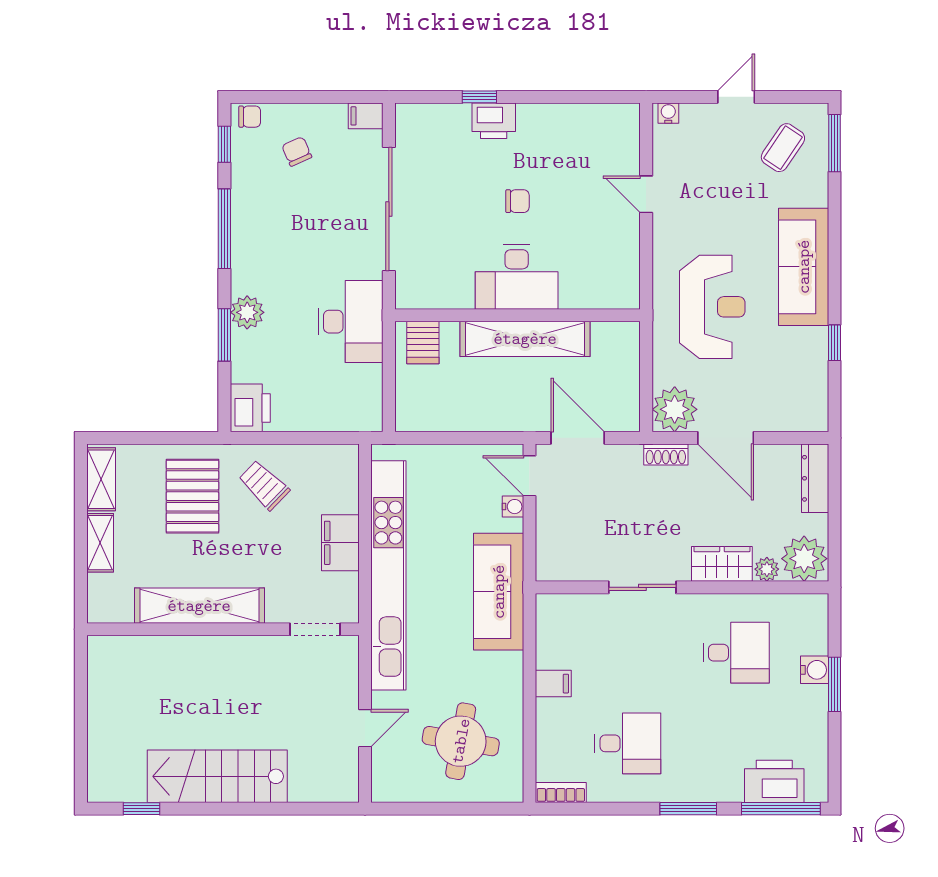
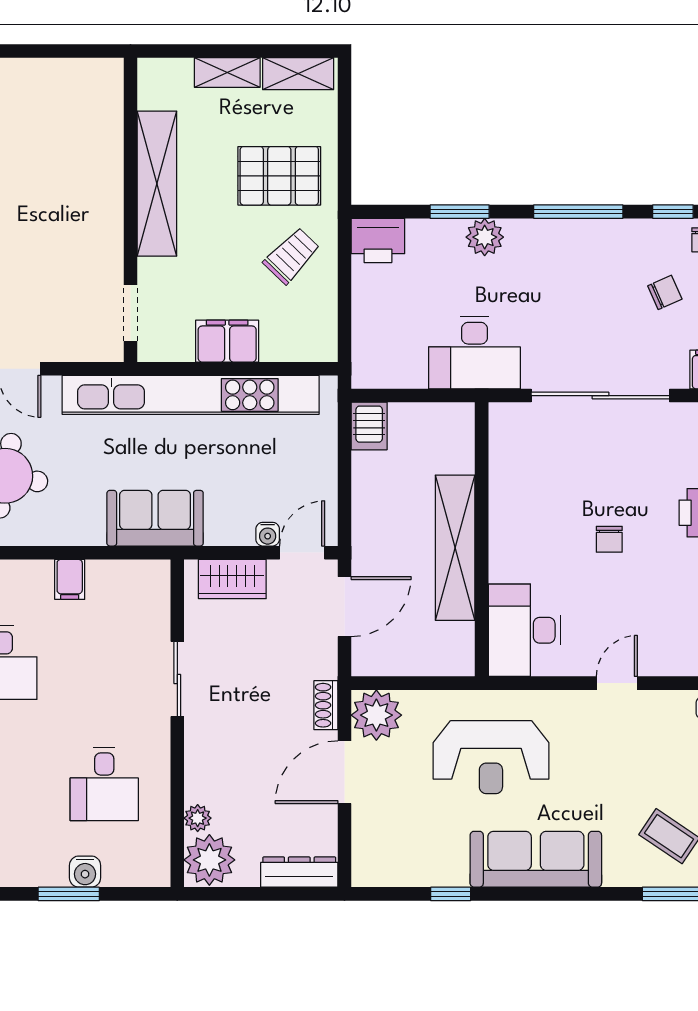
desk: (517, 277) -> (525, 630), moved
server rack: (423, 343) -> (369, 426), moved, turned -90
wardrobe: (722, 564) -> (232, 579), moved, turned 90
sofa: (499, 592) -> (155, 518), width x0.73

